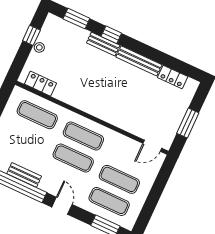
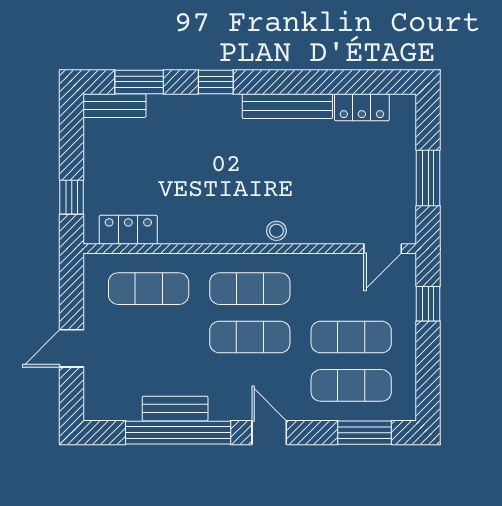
window: (31, 35) -> (72, 197), moved
bench: (103, 44) -> (115, 106), moved
stool: (39, 47) -> (276, 231), moved
window: (161, 180) -> (428, 304), added

